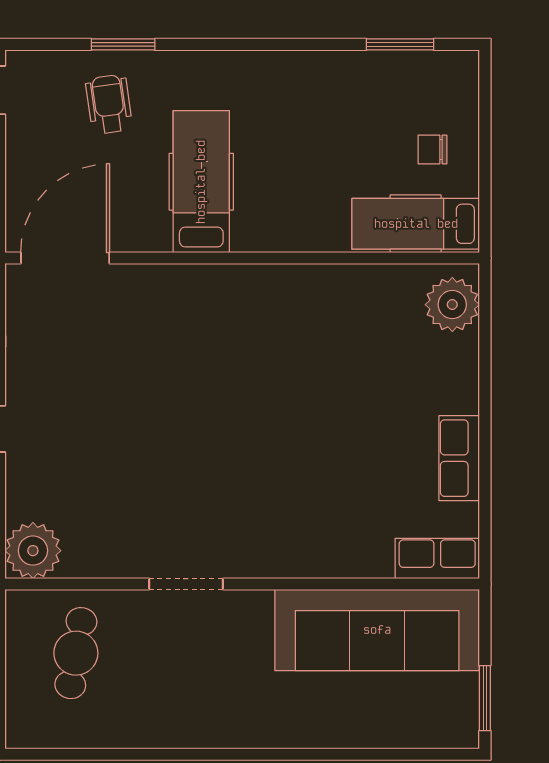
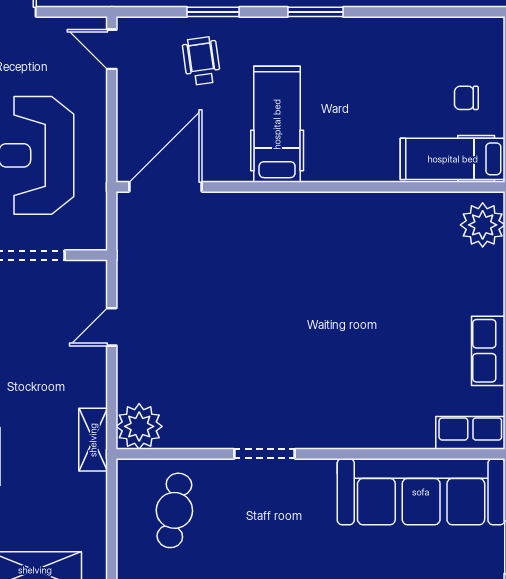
window: (400, 44) -> (315, 12), moved

